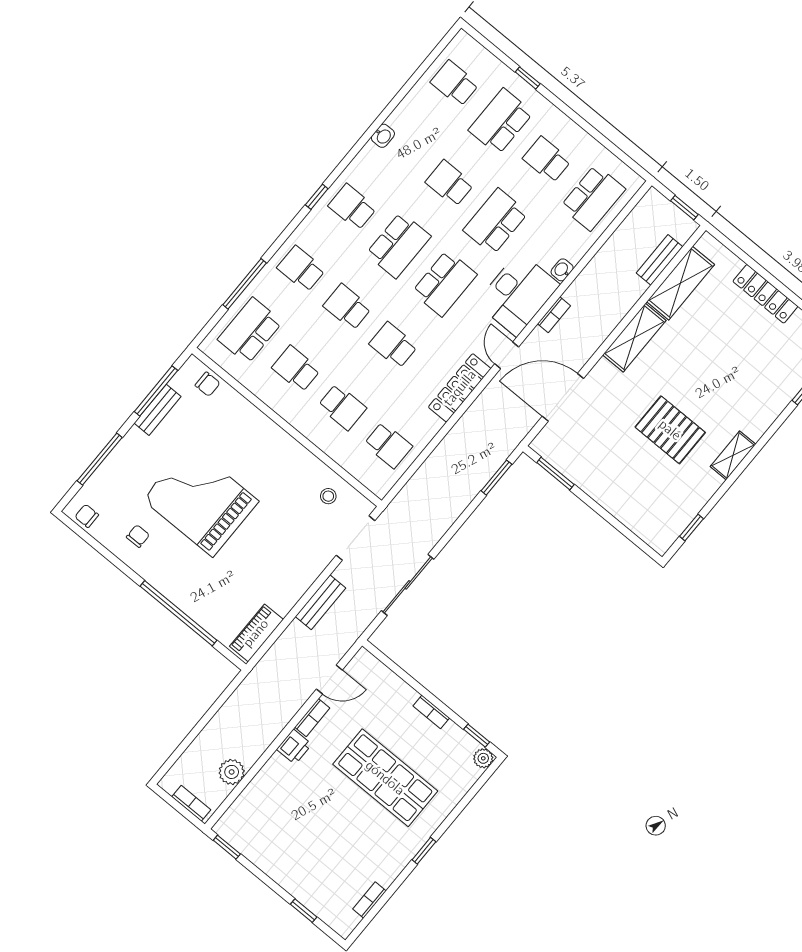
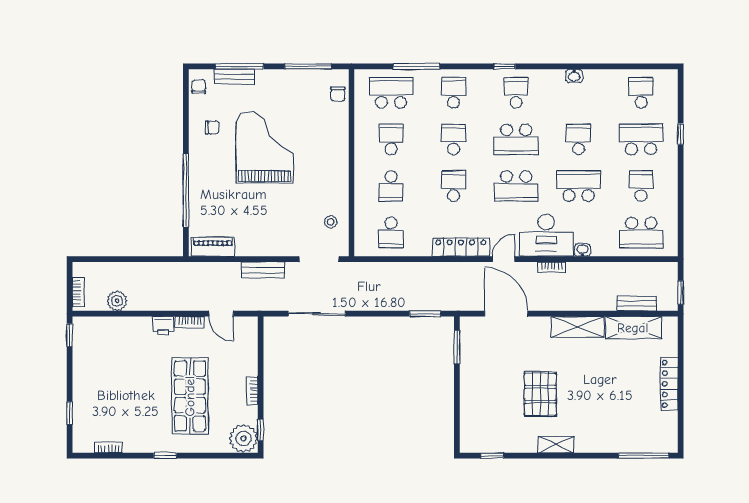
bench: (158, 410) -> (234, 77), moved
plant: (483, 758) -> (244, 439), width x1.87, depth x1.87

